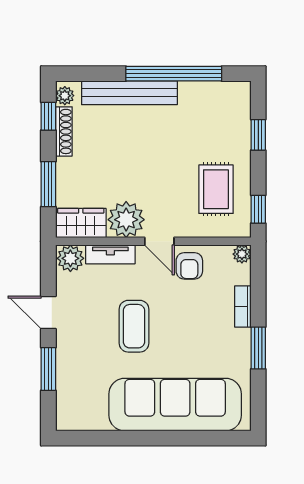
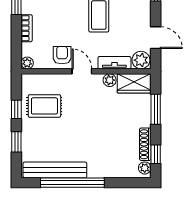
bench: (129, 93) -> (55, 170), moved
rug: (216, 189) -> (44, 106), turned 90
window: (258, 209) -> (16, 109), moved
plant: (126, 220) -> (110, 80), width x0.53, depth x0.53
door: (48, 313) -> (156, 38), moved

